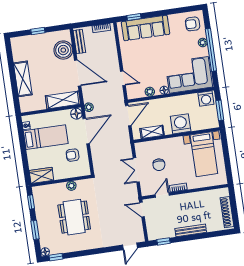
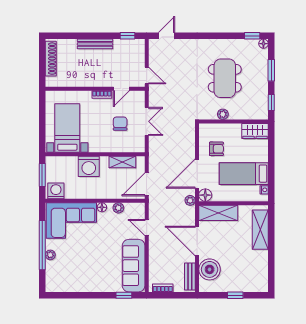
armchair: (193, 24) -> (59, 278), removed
sofa: (146, 28) -> (134, 266), moved, turned -90
shelving: (23, 79) -> (260, 230), moved

